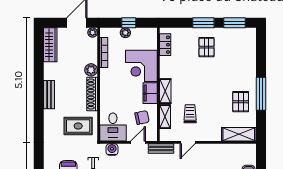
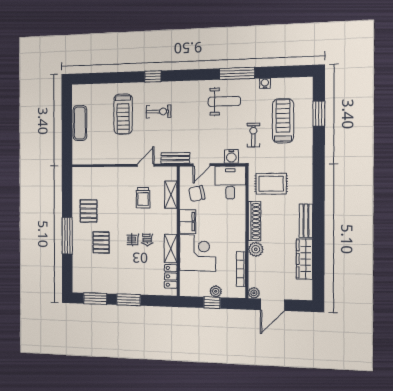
wardrobe: (50, 45) -> (304, 259), moved
pallet: (207, 47) -> (101, 242), moved
shelving: (165, 91) -> (171, 248), moved
window: (261, 94) -> (67, 236), moved
shelving: (239, 134) -> (90, 175), removed

